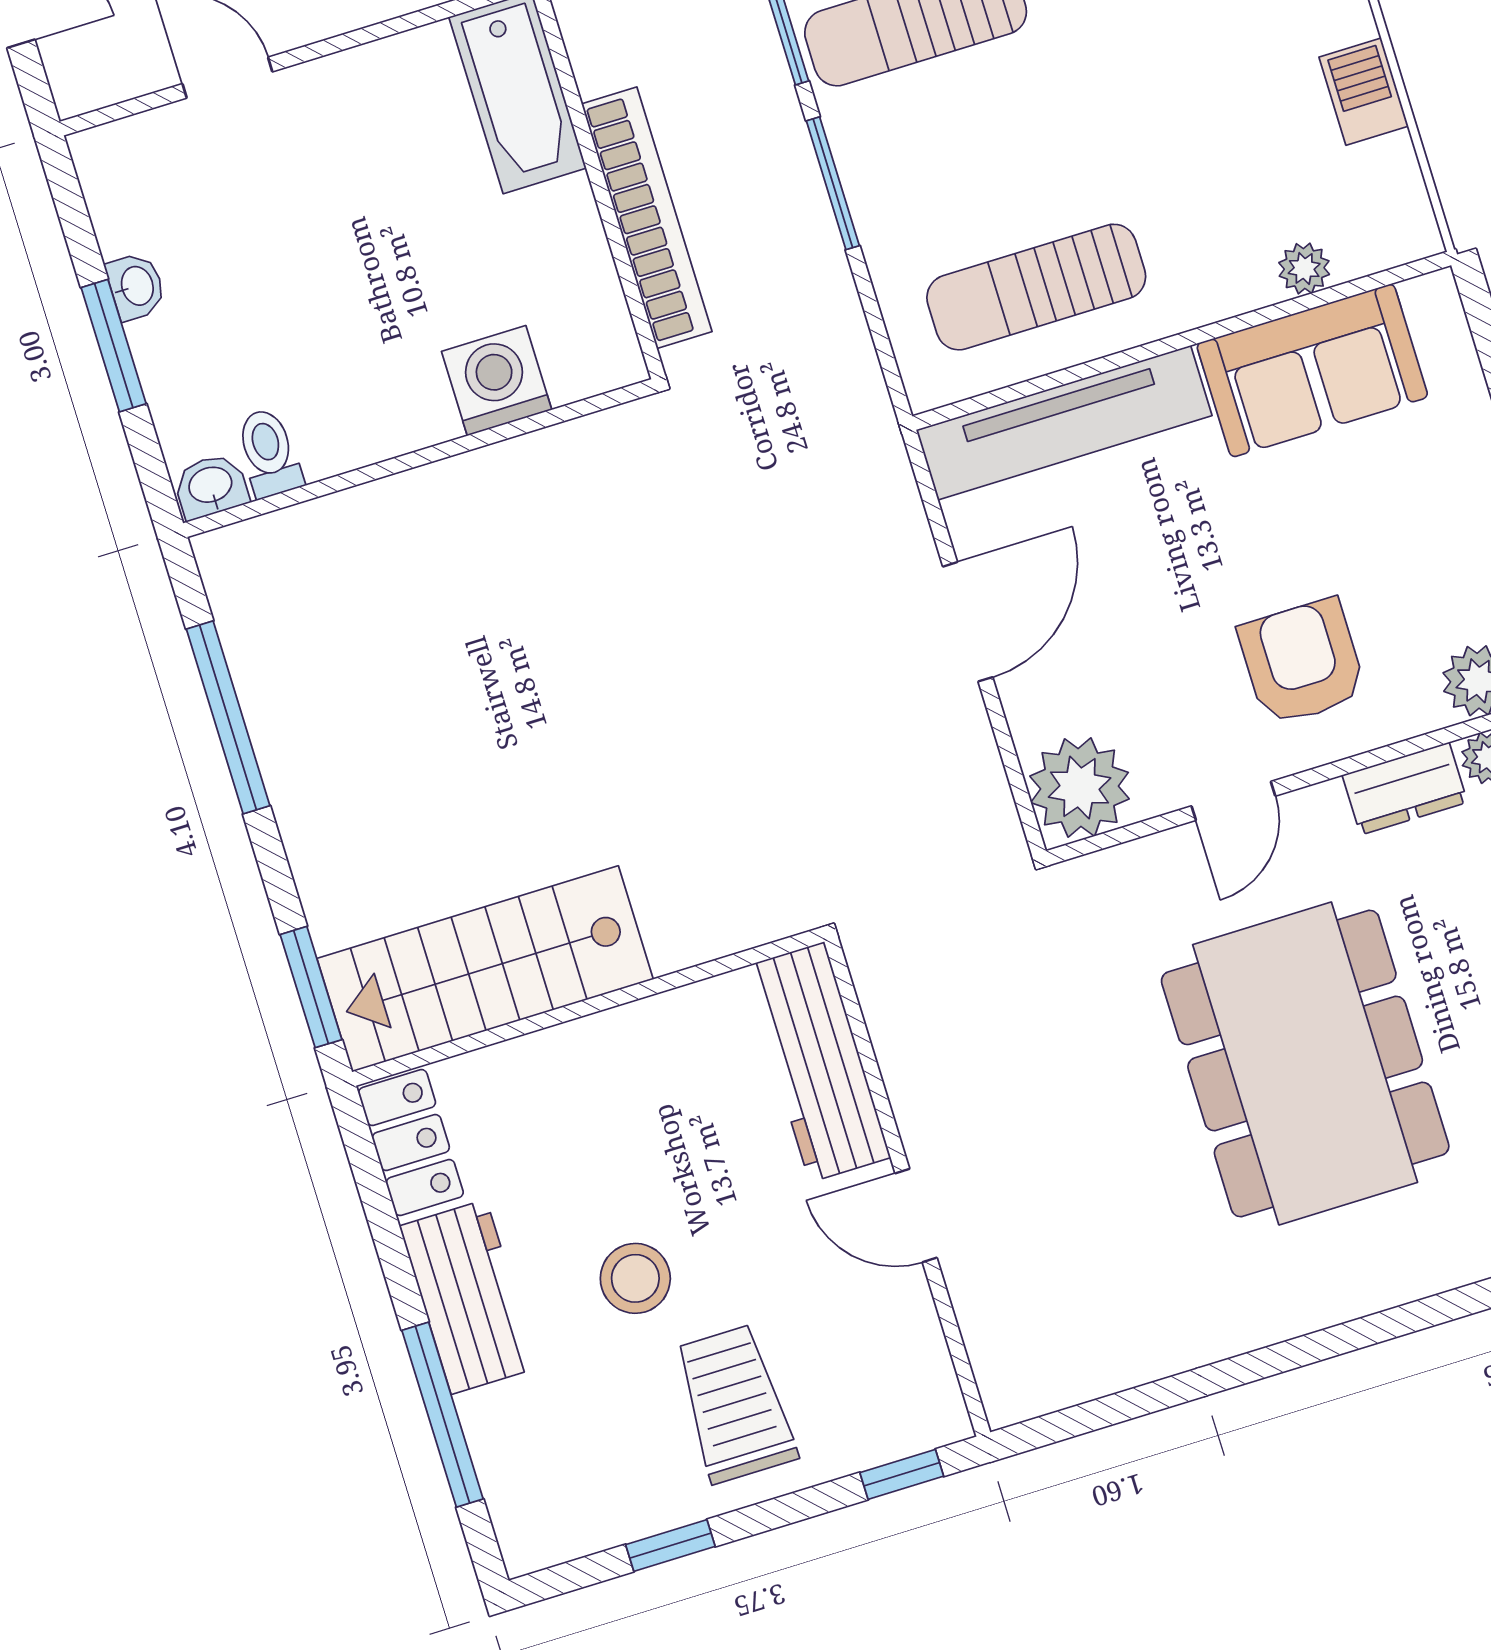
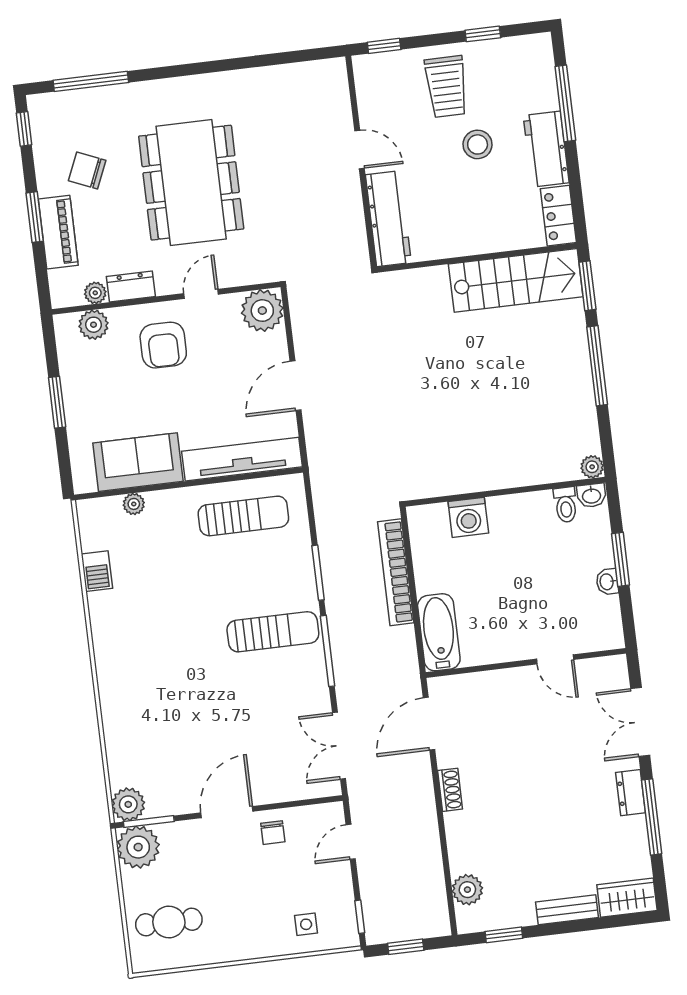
plant: (222, 555) -> (592, 467), added
window: (228, 717) -> (597, 366), moved

